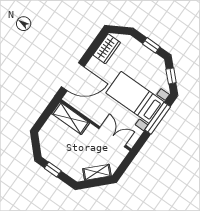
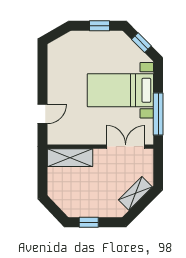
wardrobe: (107, 49) -> (57, 61), removed
door: (73, 77) -> (42, 114), width x0.53
window: (158, 118) -> (158, 114), moved

